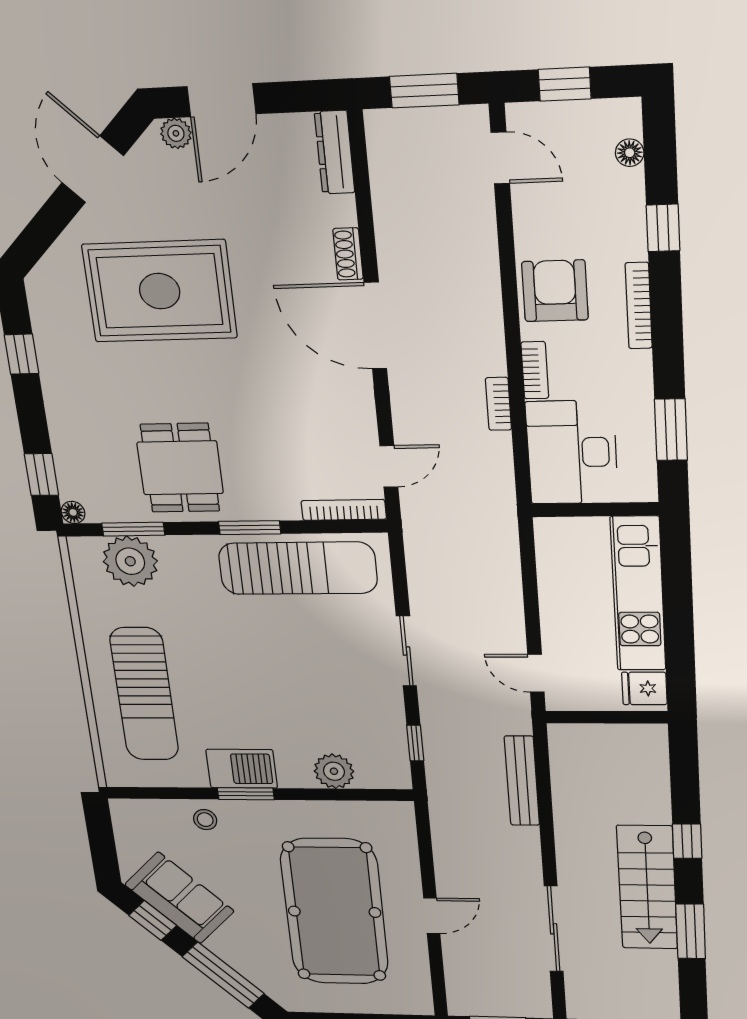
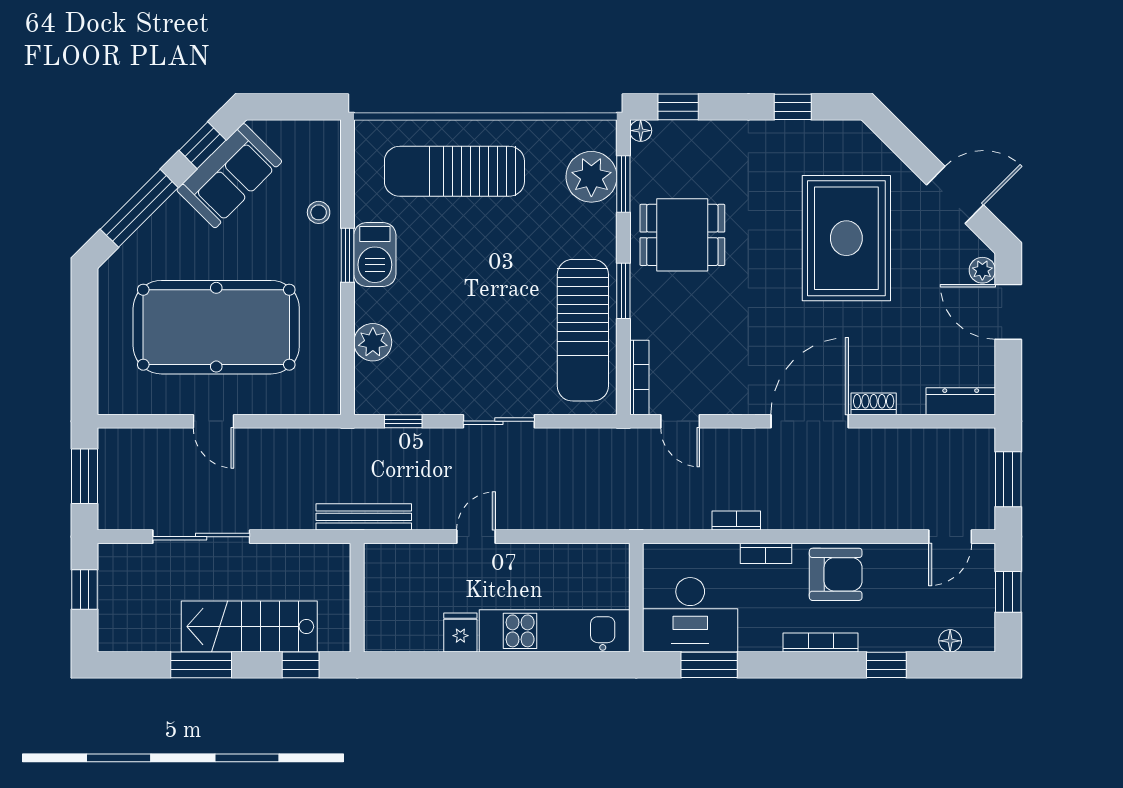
desk: (572, 452) -> (690, 615), moved, turned 180
wall: (607, 717) -> (357, 598), moved

